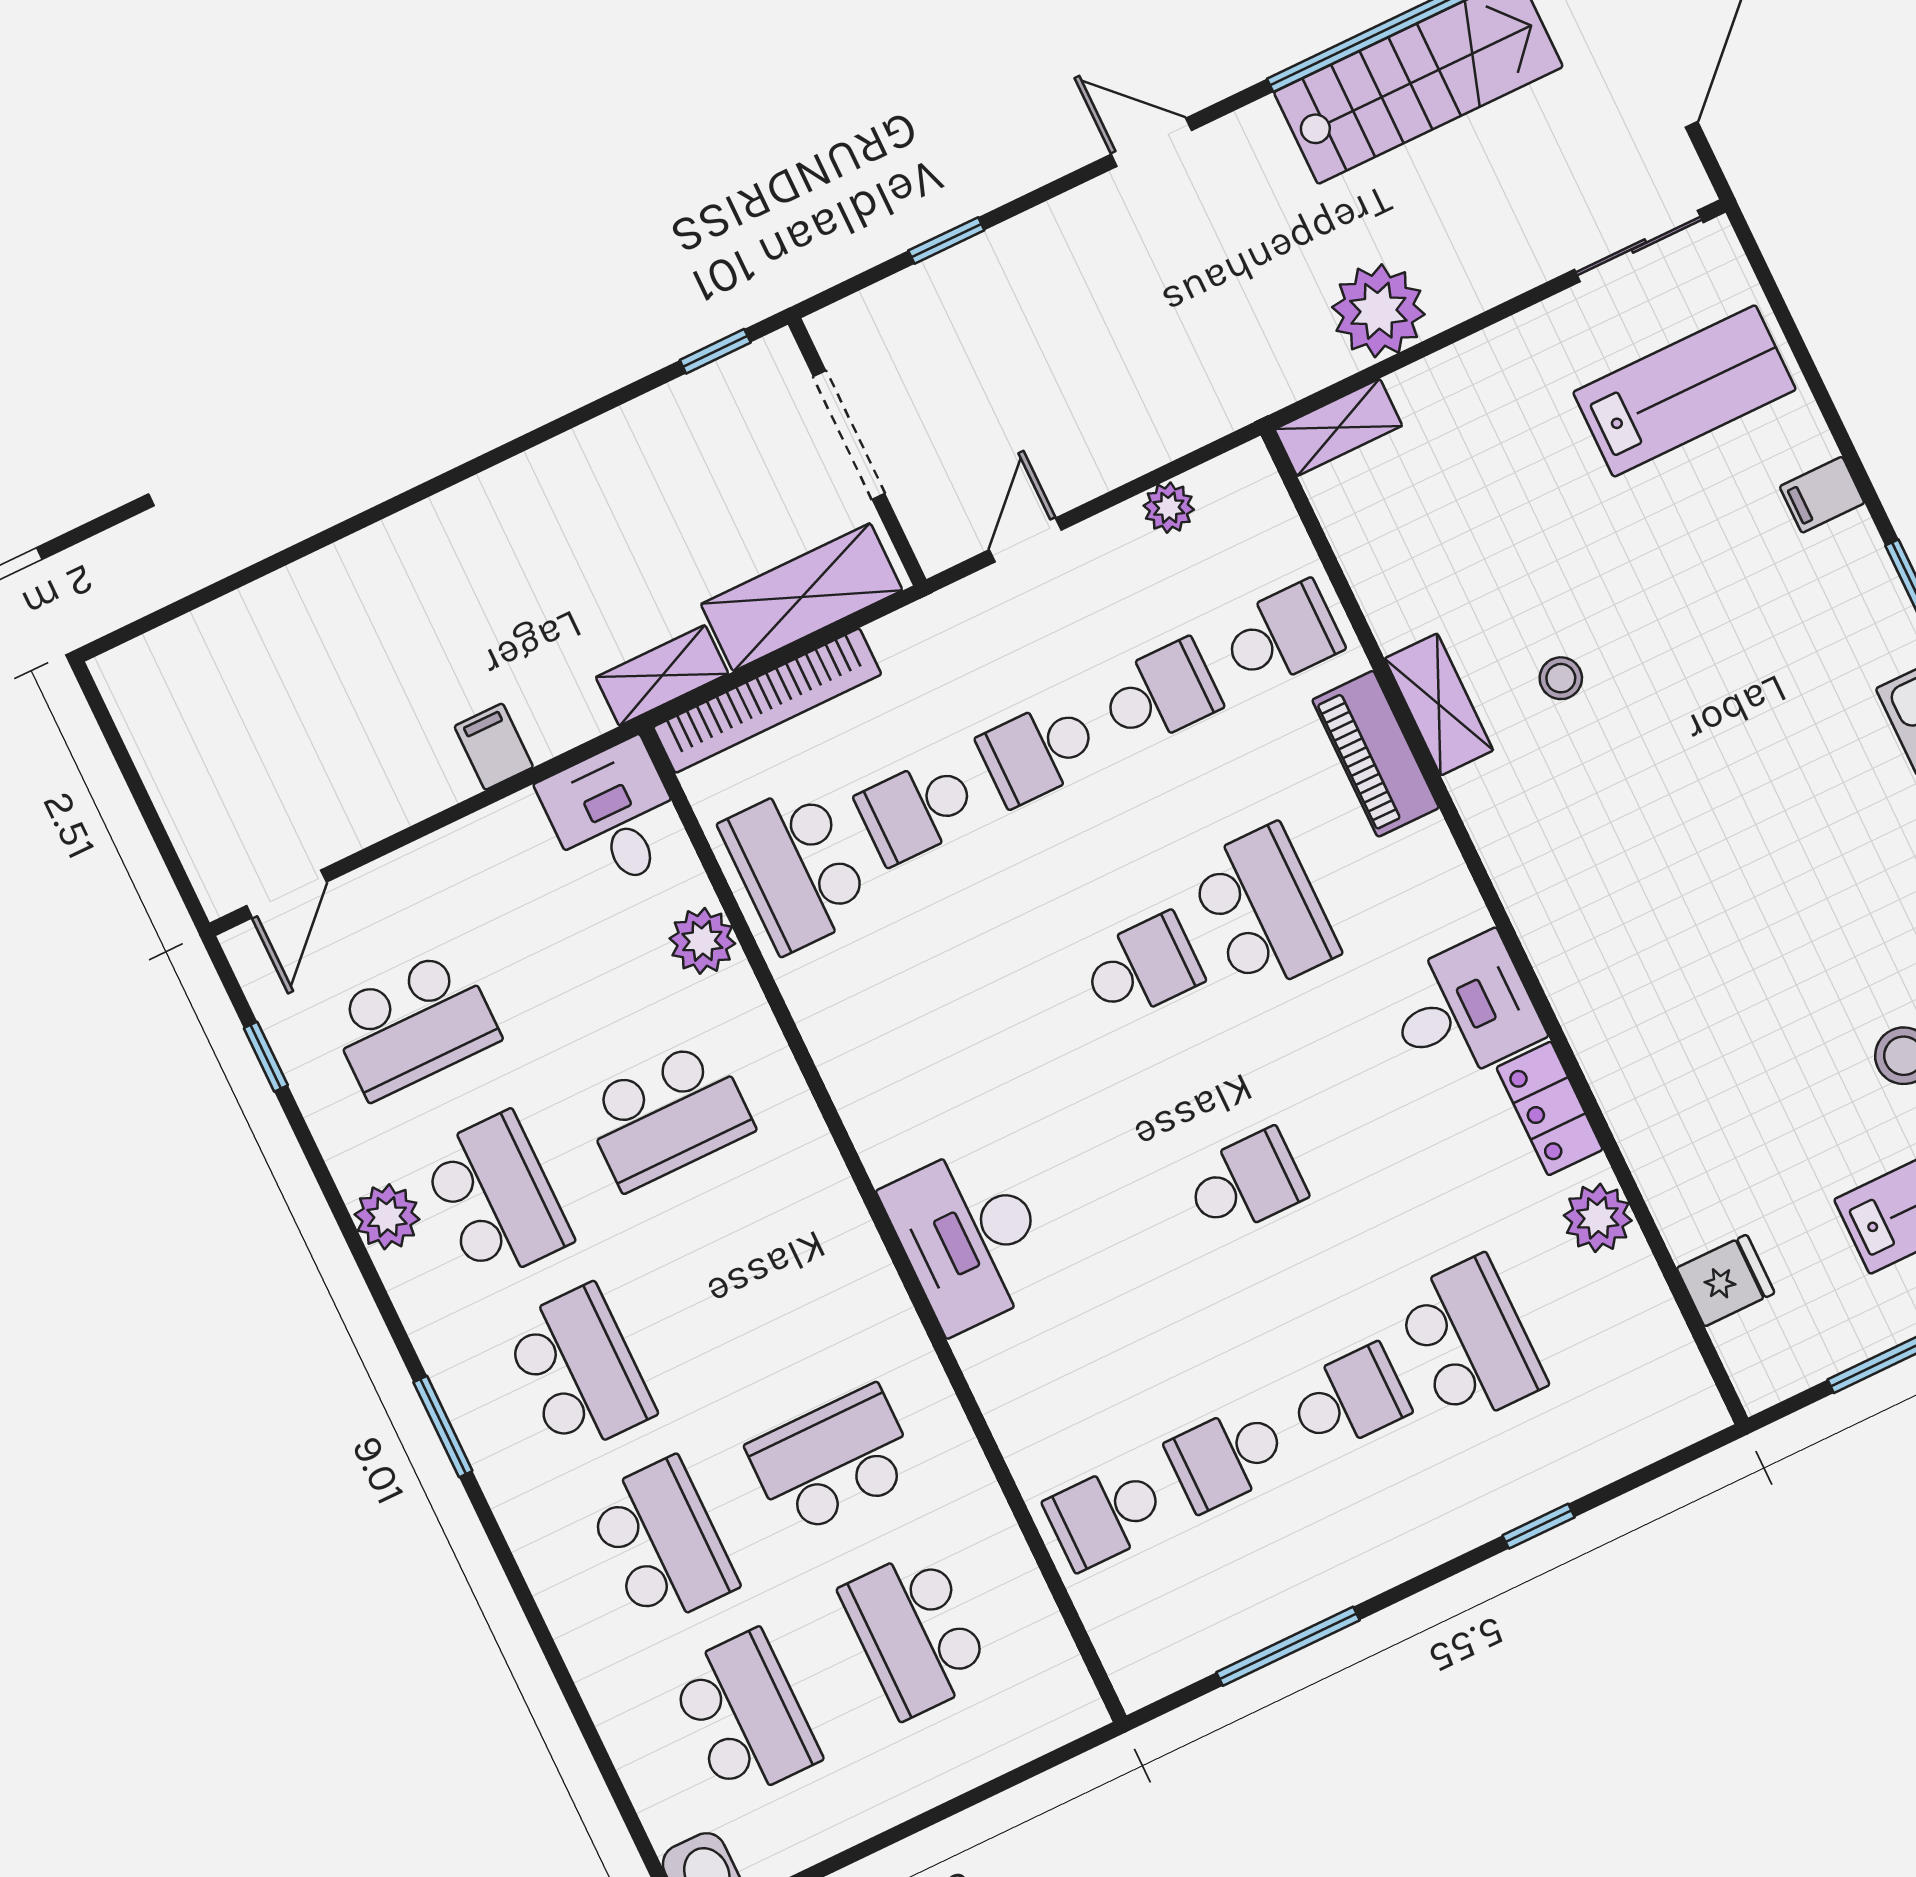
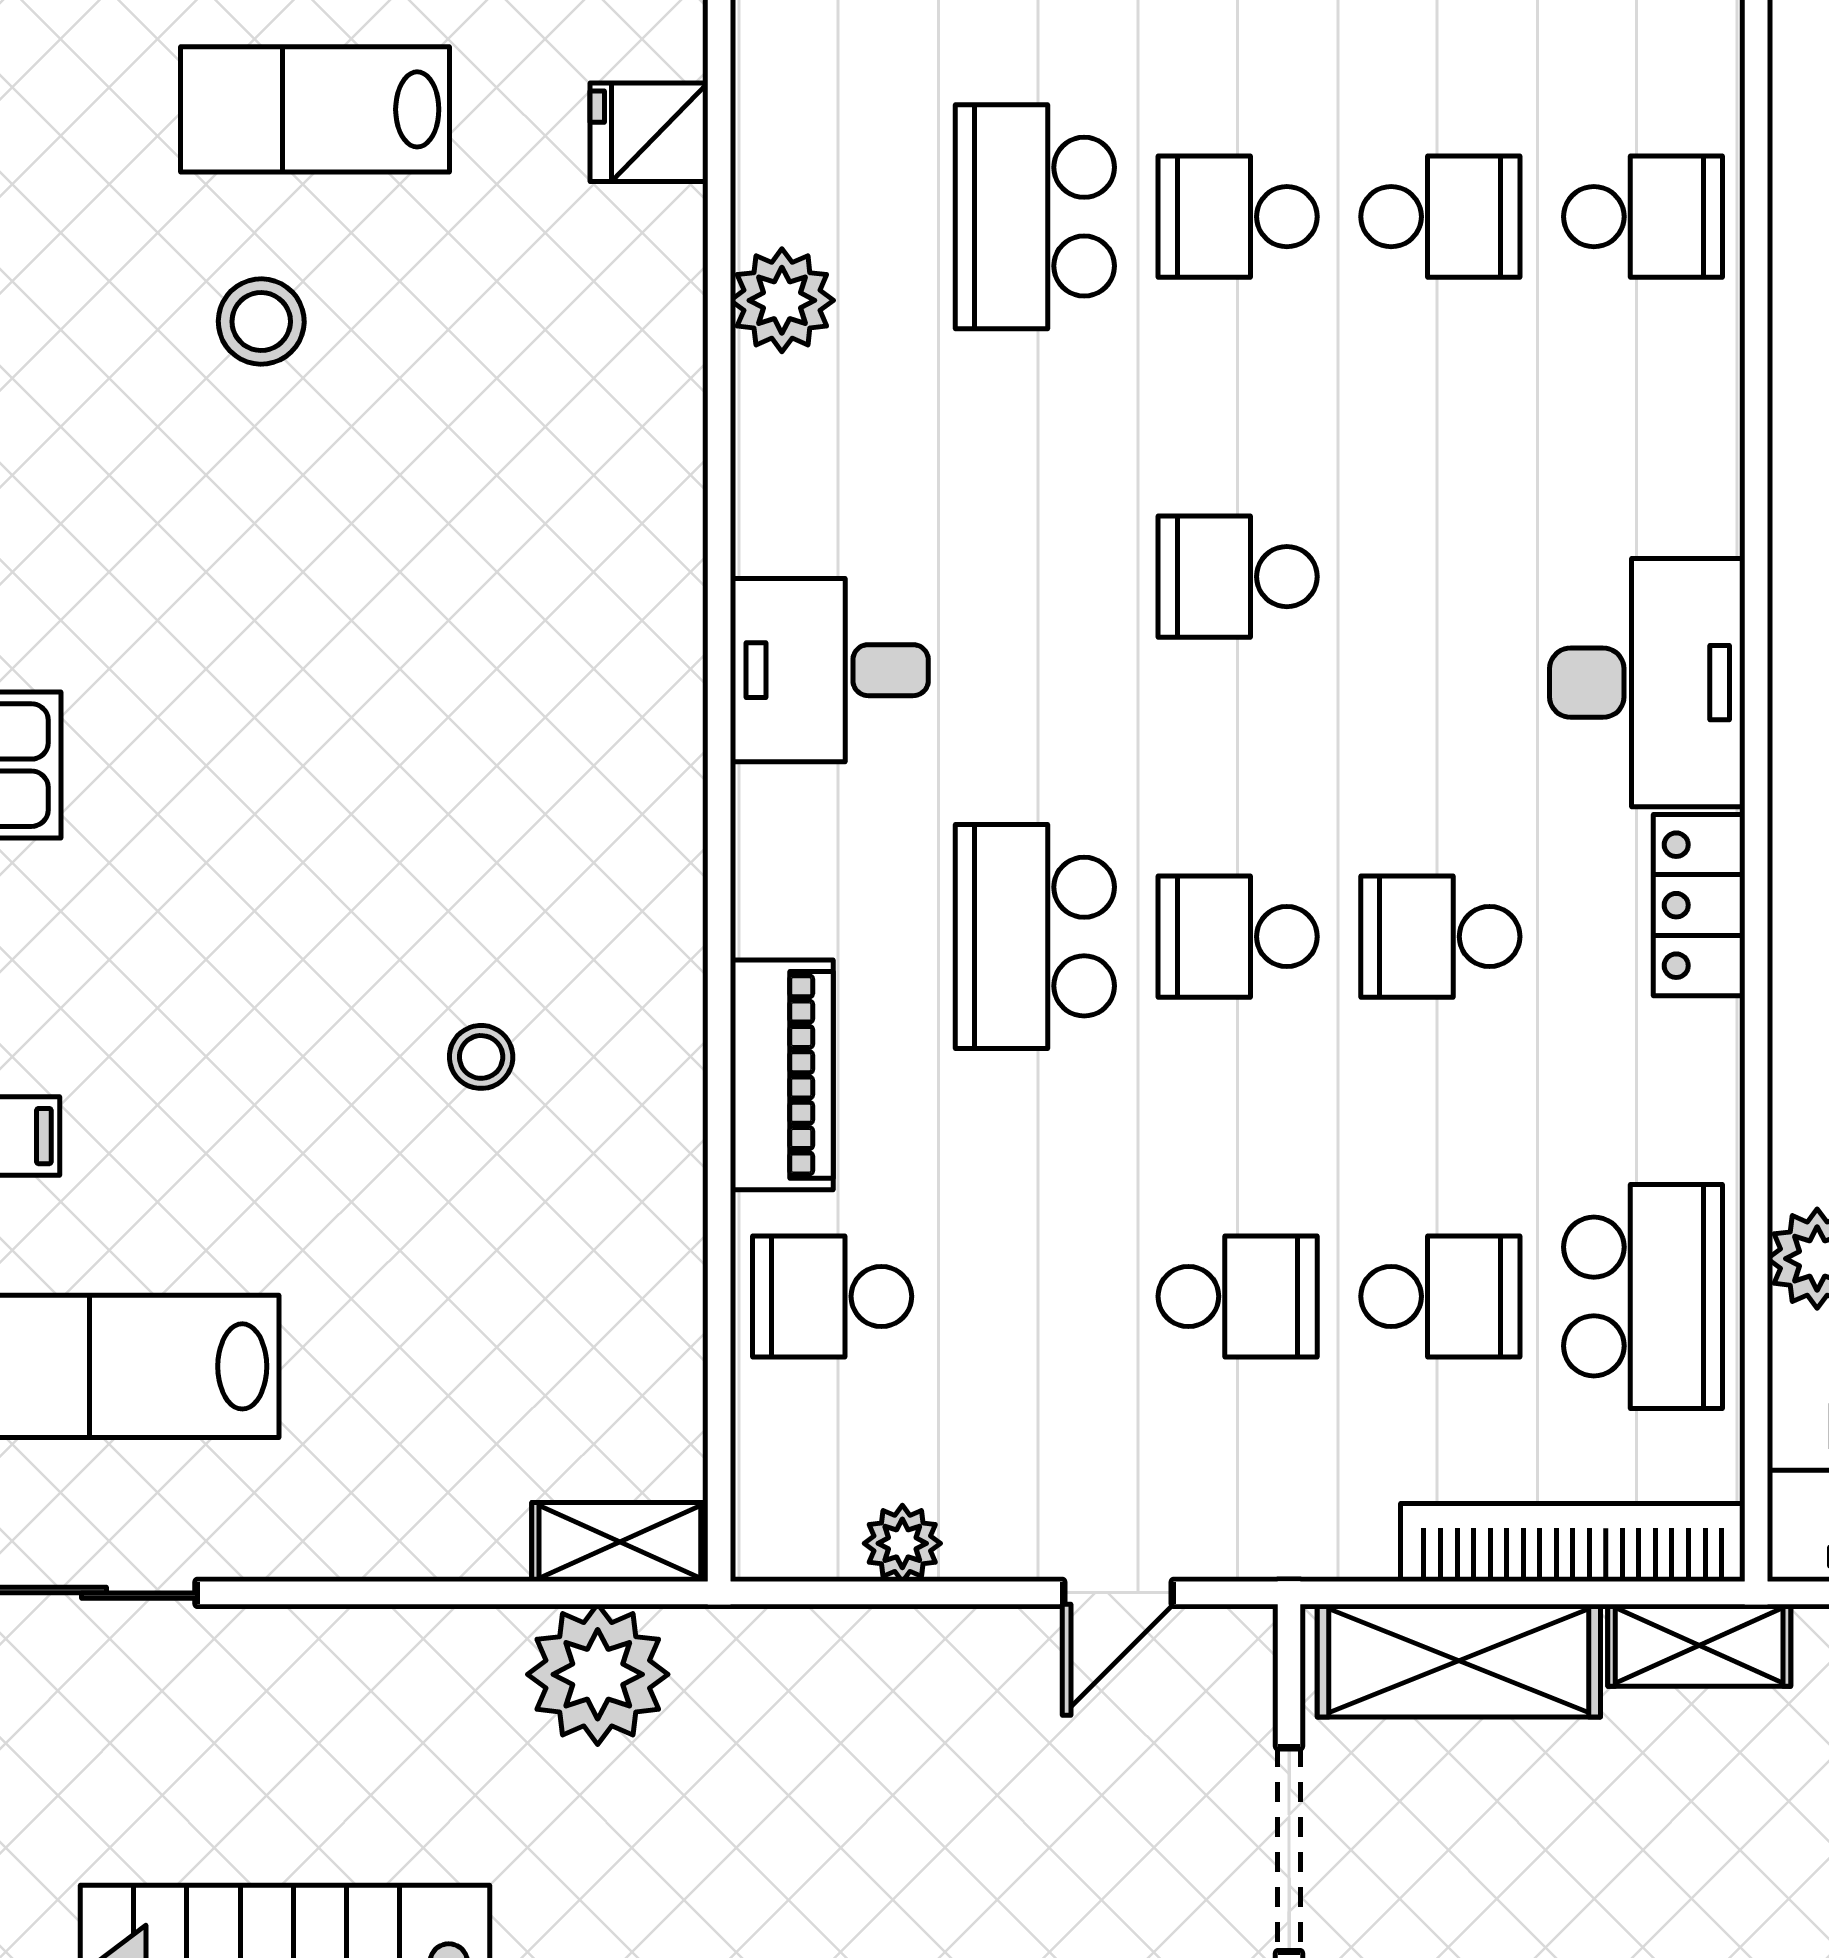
plant: (1378, 311) -> (598, 1674), moved
school desk: (1160, 694) -> (1440, 937), moved
shelving: (1439, 704) -> (664, 1101), removed
locker: (1550, 1108) -> (1699, 905), moved, turned 180

